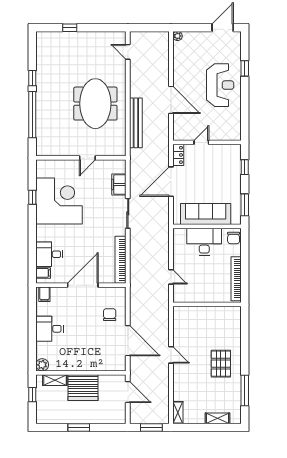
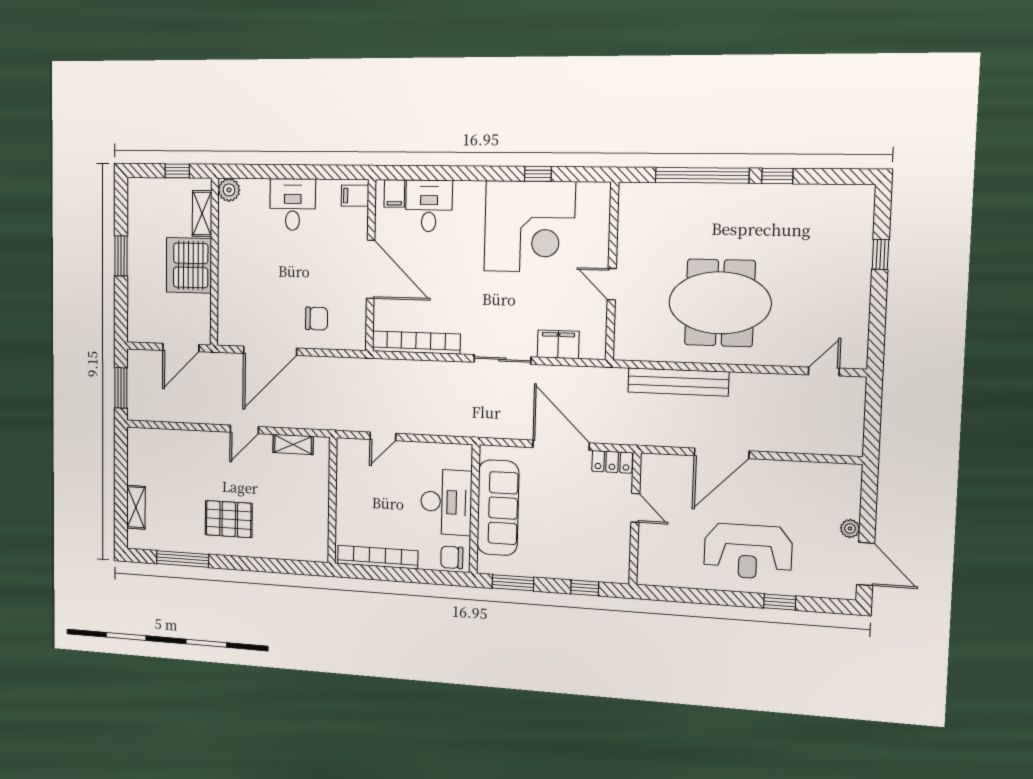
plant: (177, 36) -> (850, 529), moved
shelving: (178, 413) -> (293, 444), moved

